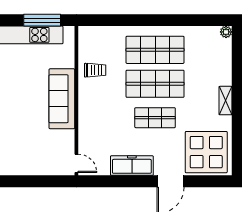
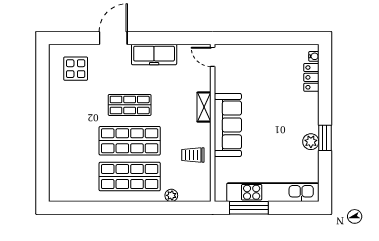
plant: (226, 32) -> (171, 195), moved
shelving: (226, 101) -> (204, 107), moved
display table: (206, 152) -> (76, 69), width x0.54, depth x0.54

